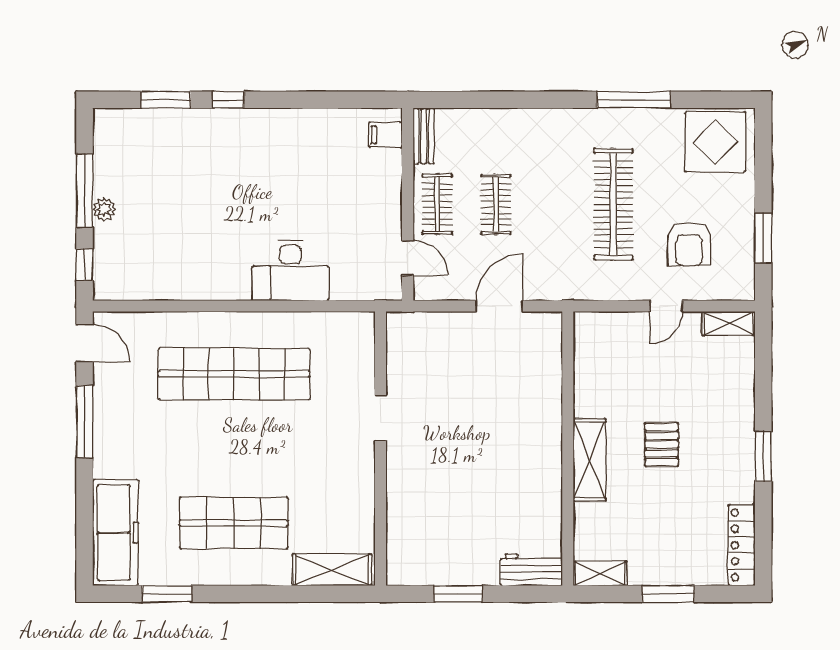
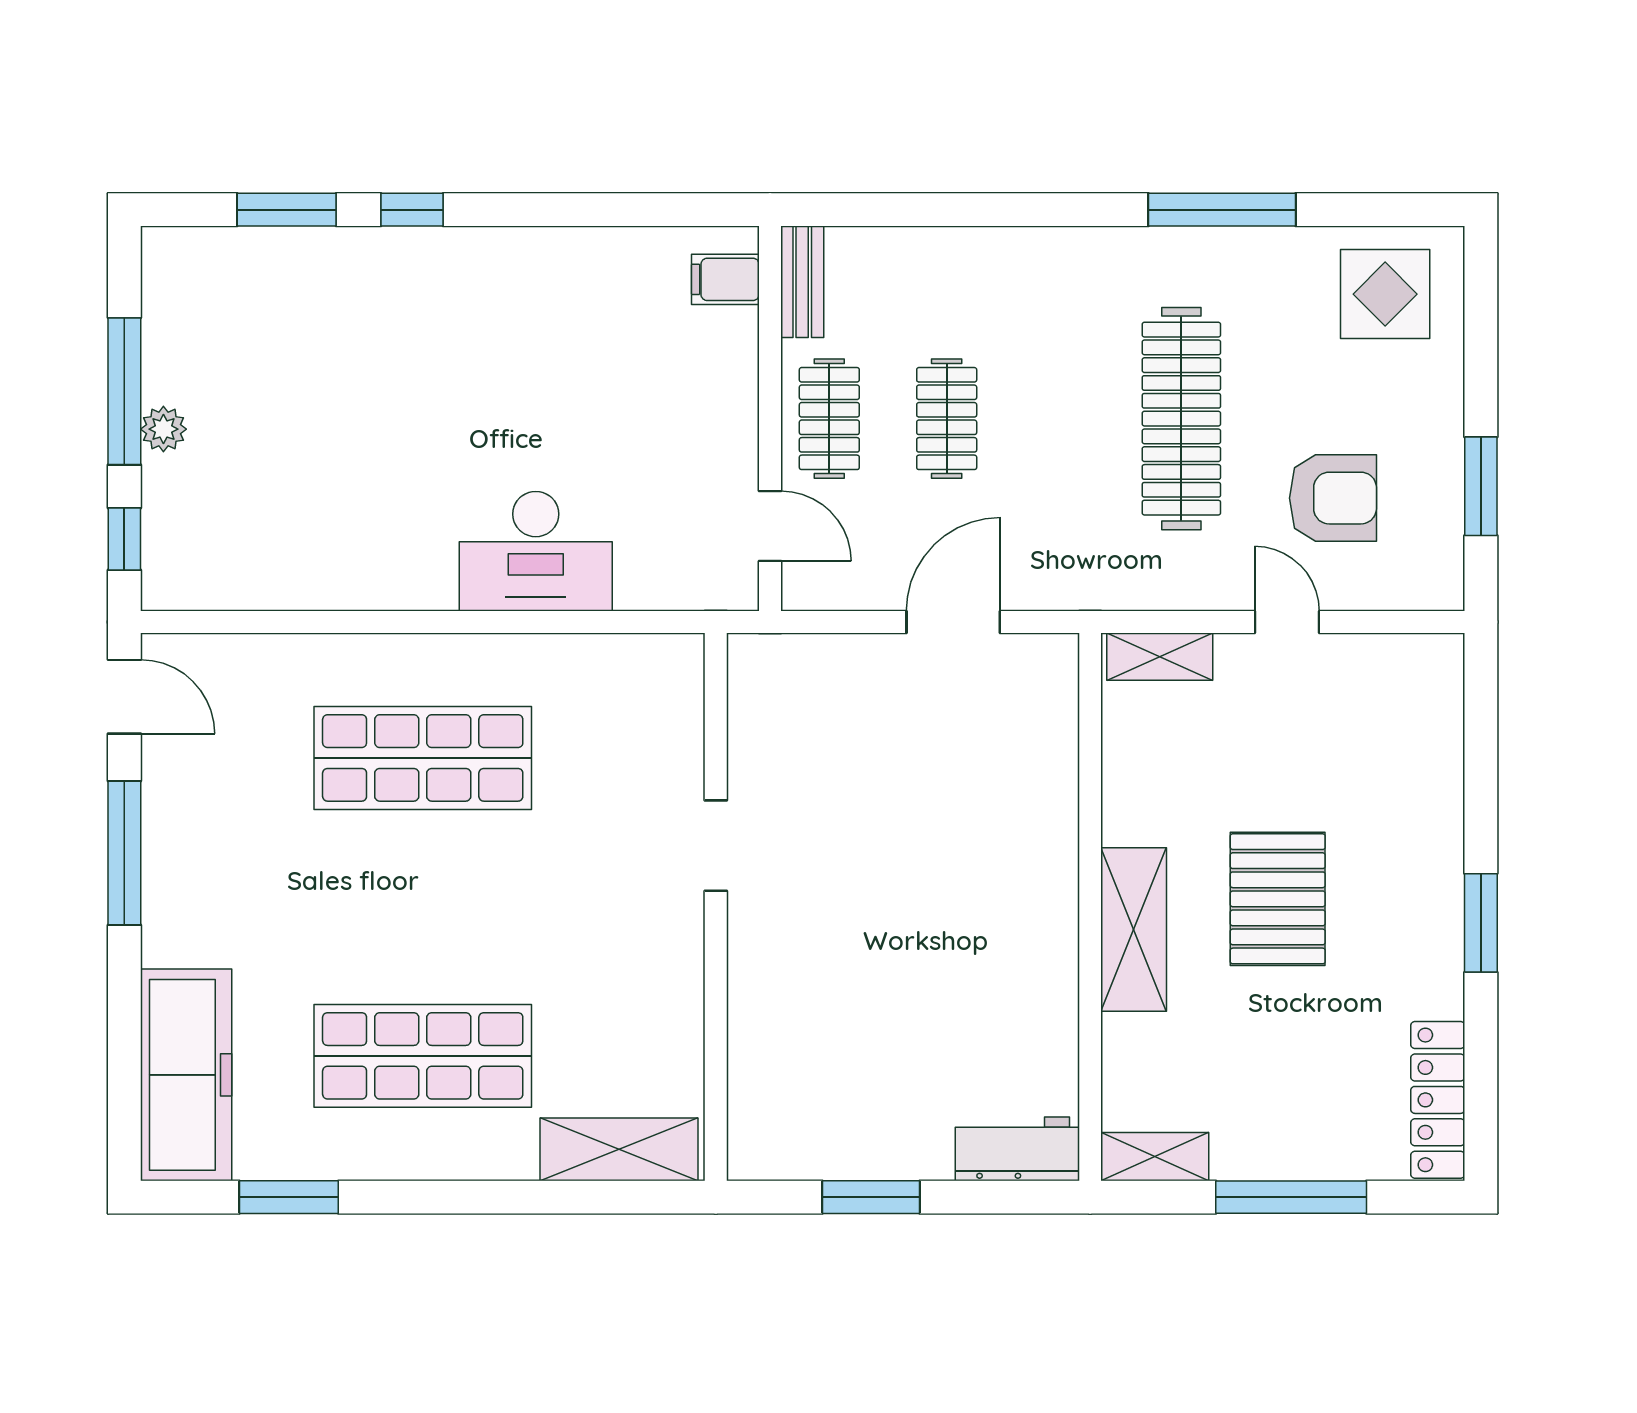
display table: (715, 142) -> (1385, 294), width x0.73, depth x0.73
armchair: (689, 244) -> (1333, 498), turned -90
door: (666, 306) -> (1287, 622), swing flipped
shelving: (729, 323) -> (1160, 657), moved
shop shelf: (234, 374) -> (423, 758), width x0.71
pallet: (662, 445) -> (1278, 899), width x1.50, depth x1.42
window: (668, 594) -> (1291, 1197), width x1.44

